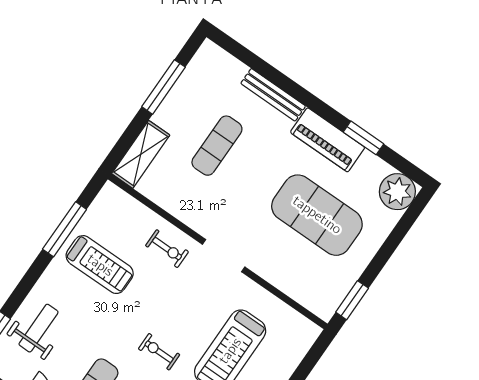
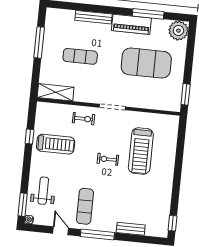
window: (363, 138) -> (148, 14), width x1.44
exercise mat: (217, 146) -> (80, 56), turned 90
shelving: (141, 154) -> (56, 92), moved, turned 90
window: (65, 229) -> (30, 137), width x0.46
exercise bike: (159, 352) -> (108, 159), moved

